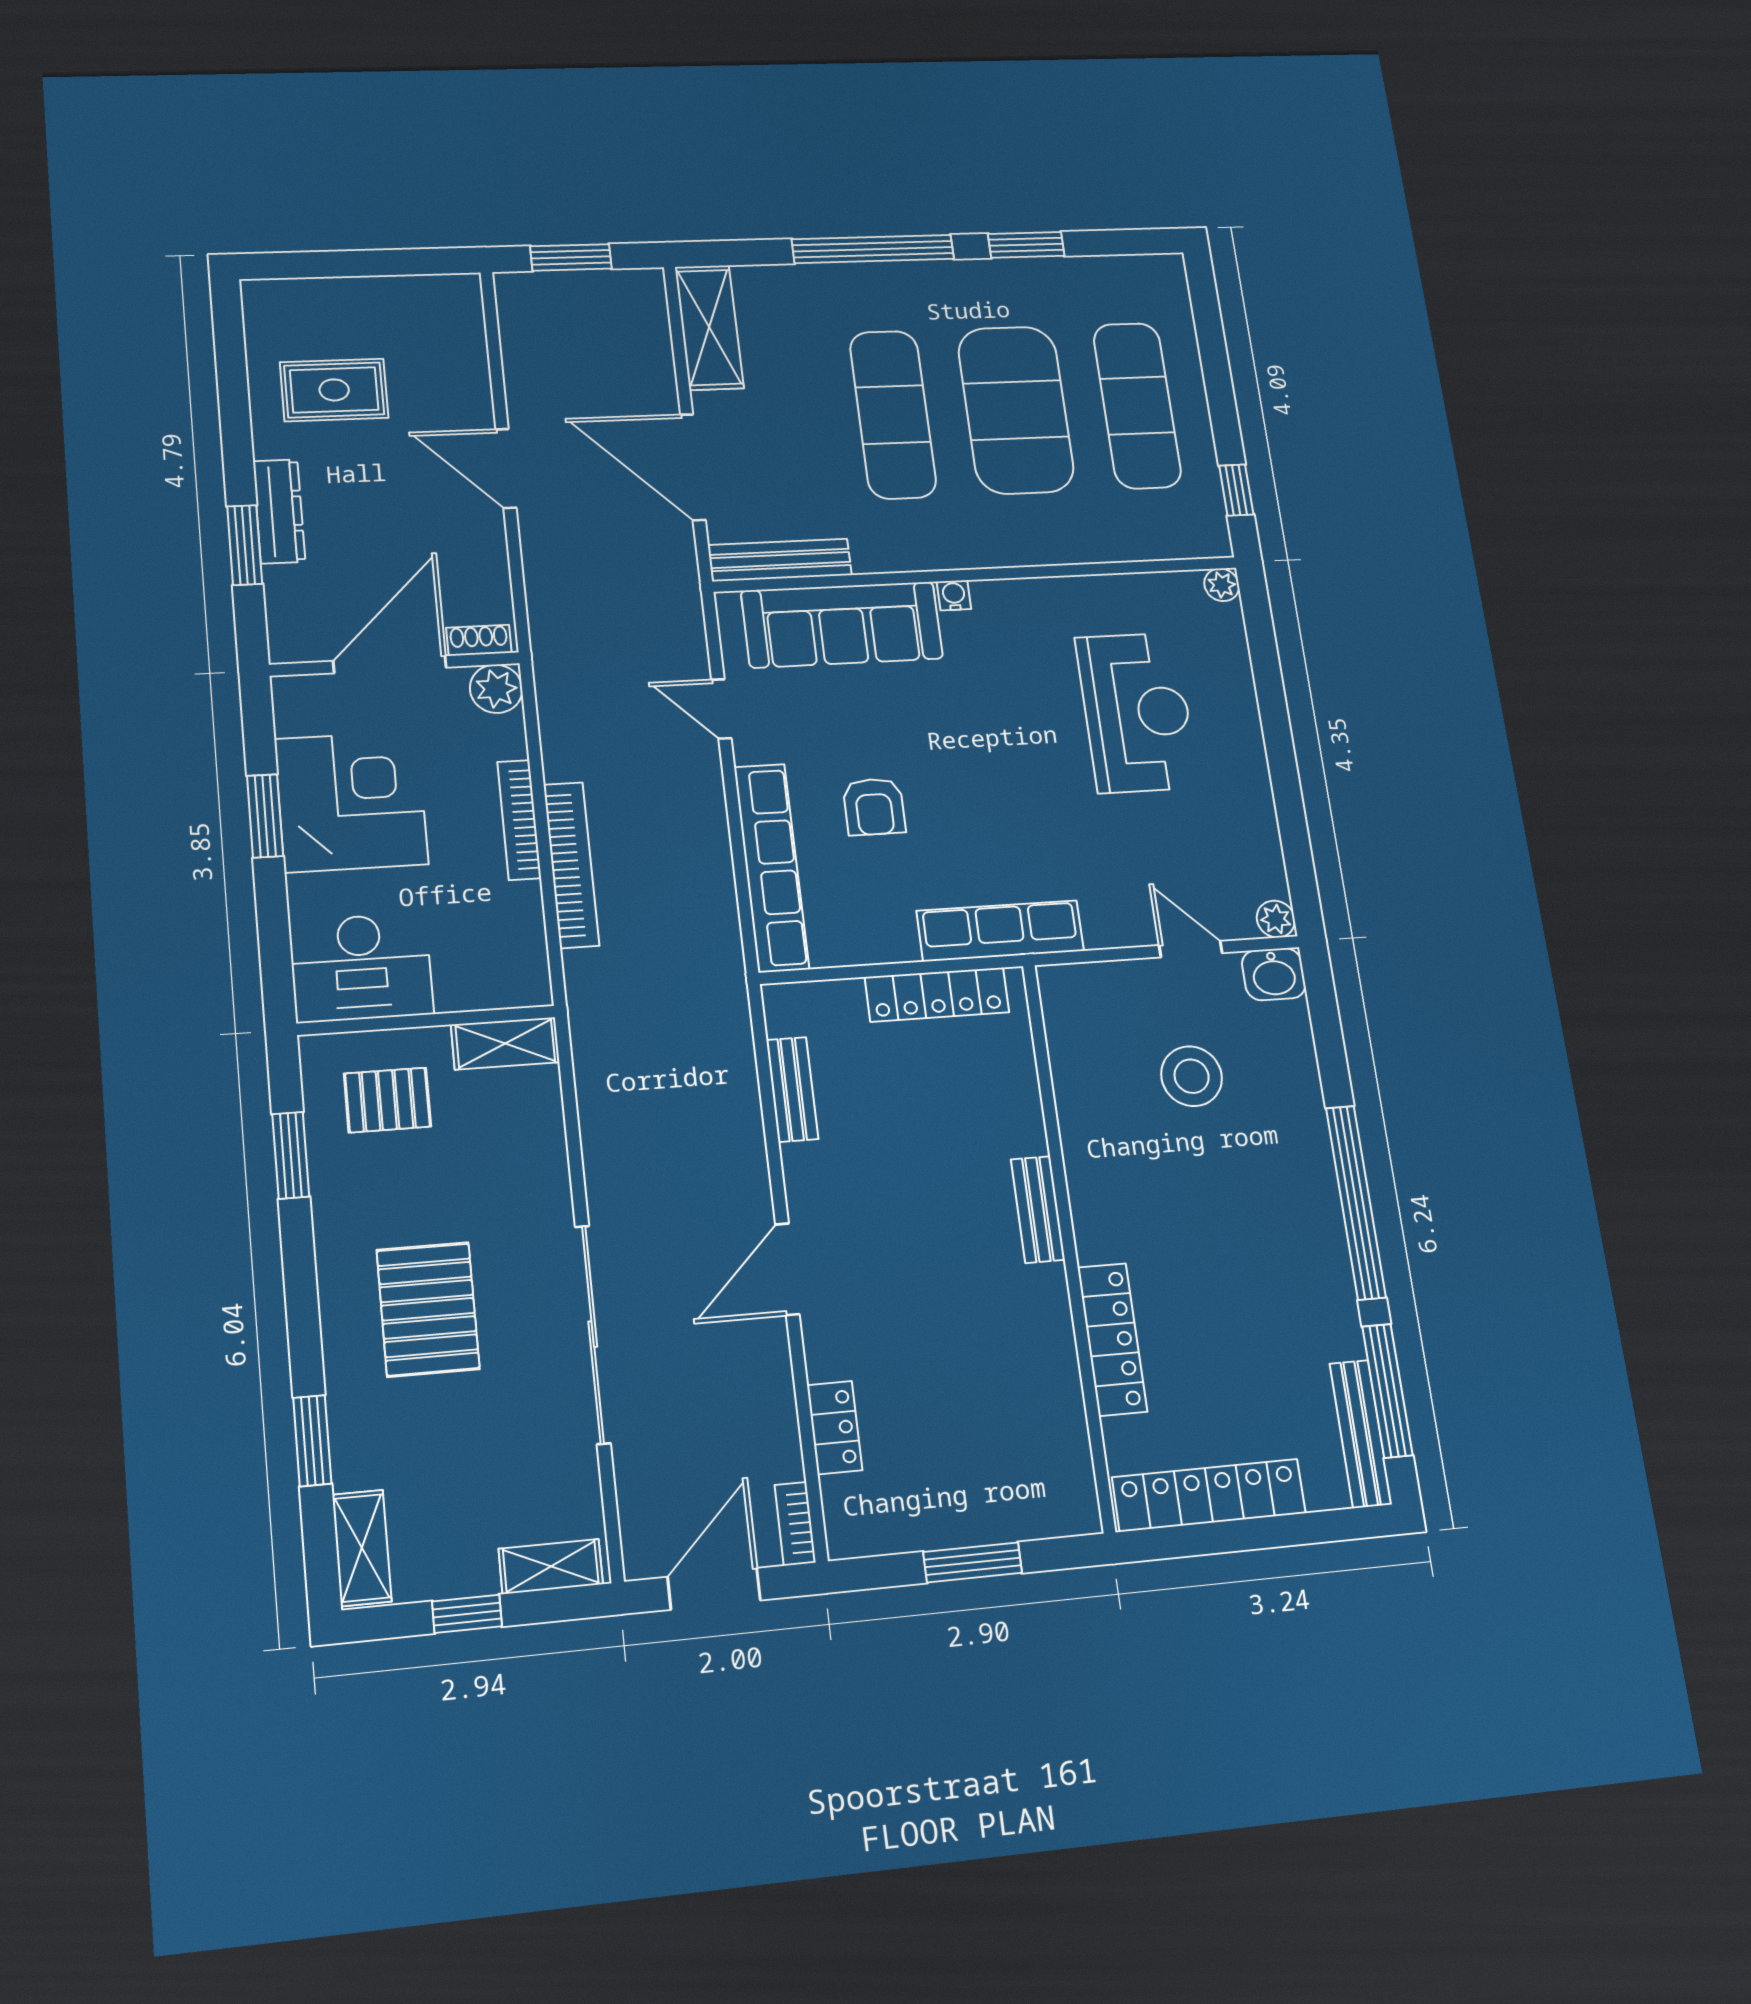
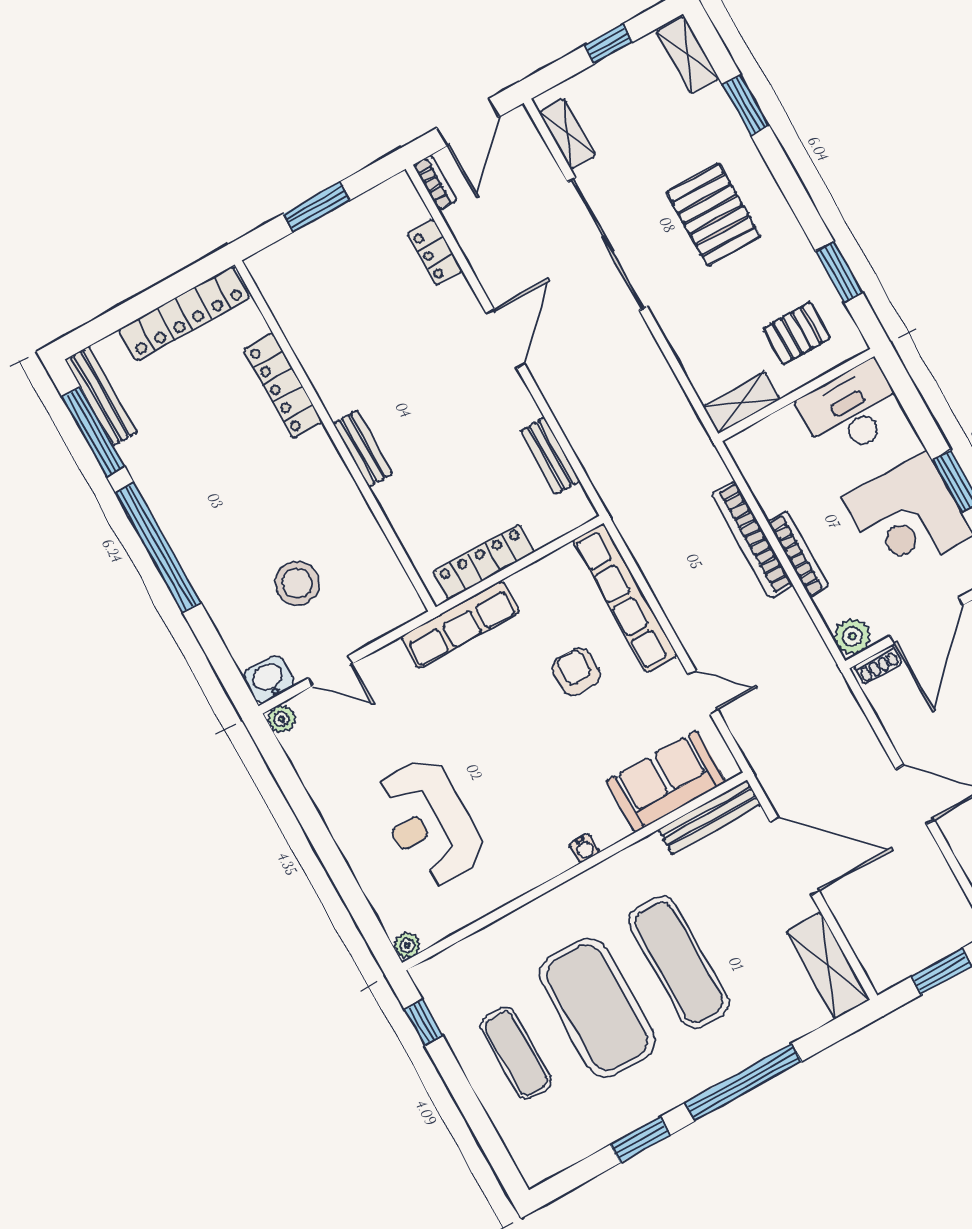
exercise mat: (1137, 405) -> (516, 1053), width x0.73, depth x0.69
sofa: (842, 625) -> (666, 781), width x0.73
shelving: (551, 1566) -> (567, 134), moved, turned 90

